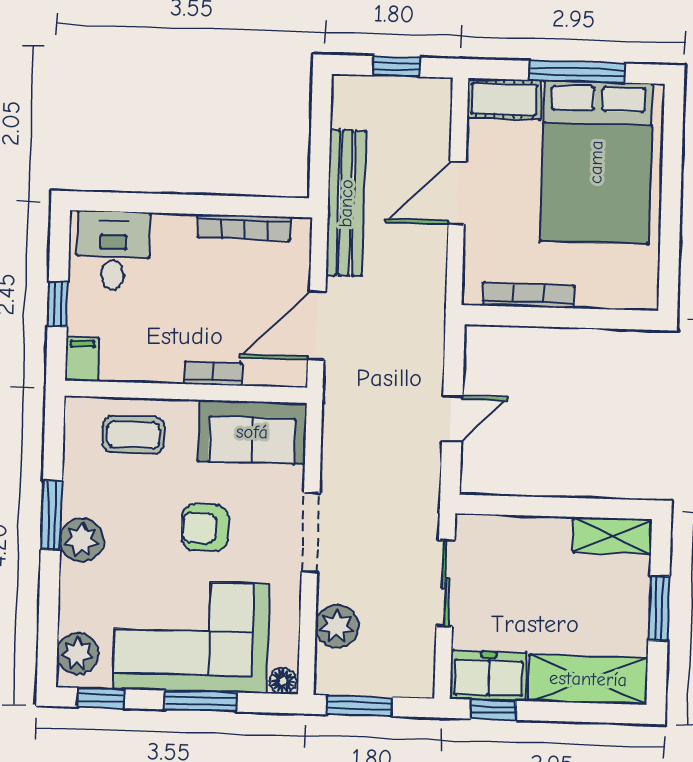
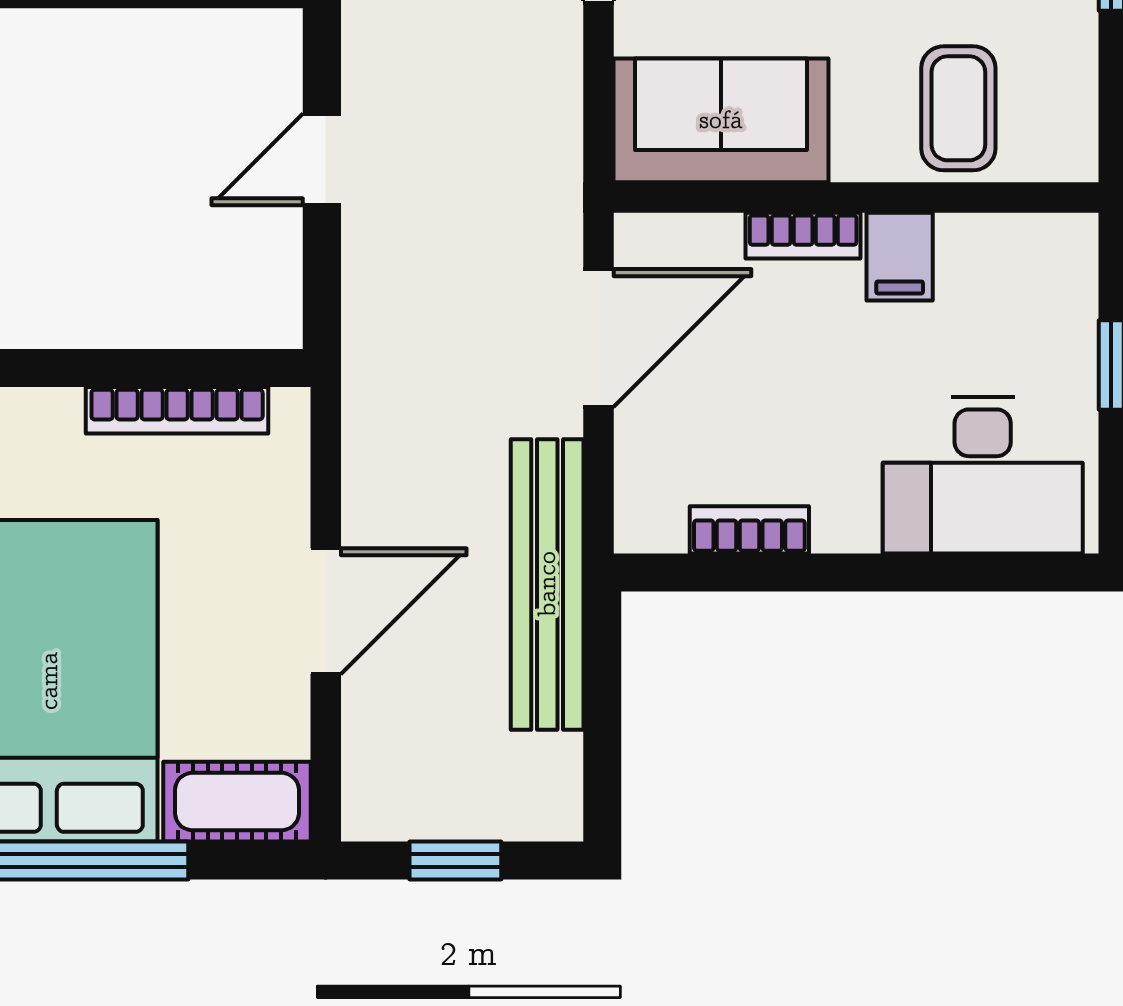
bookcase: (244, 227) -> (749, 530), width x0.64
desk: (113, 251) -> (983, 475), width x1.37
filing cabinet: (82, 359) -> (900, 257), moved
coffee table: (133, 435) -> (958, 108), turned 90

